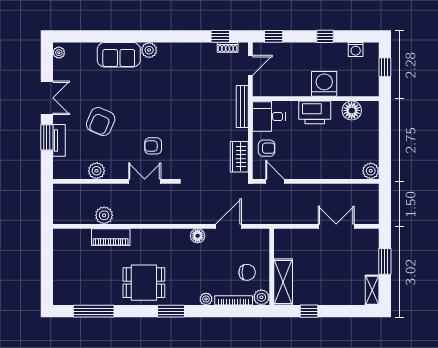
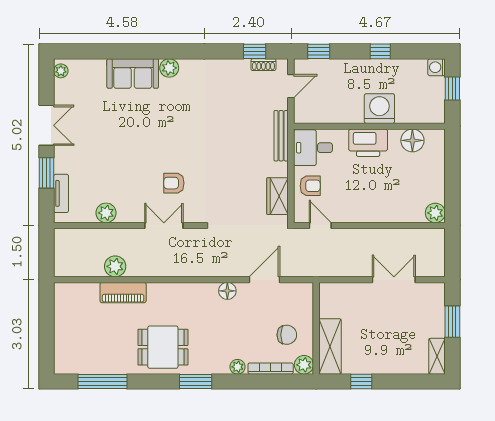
washing machine: (356, 49) -> (437, 67), moved, turned 90
armchair: (101, 122) -> (111, 154), removed
tv unit: (59, 140) -> (61, 193), moved

